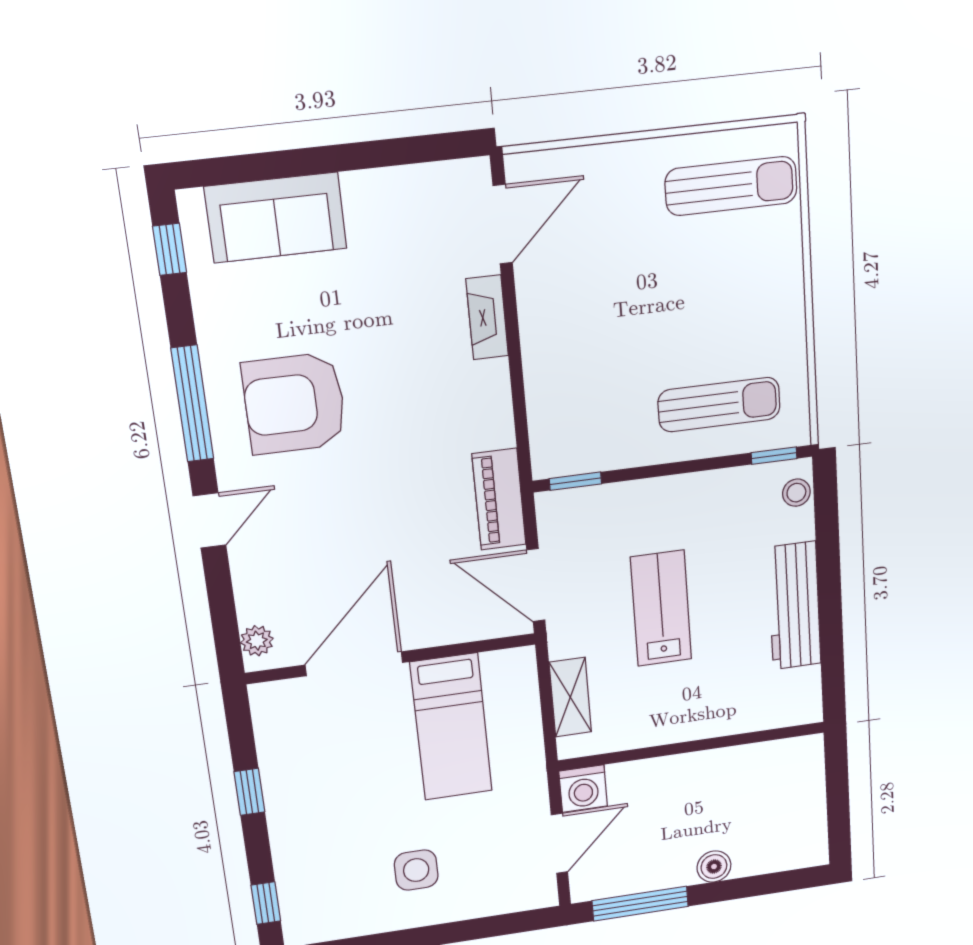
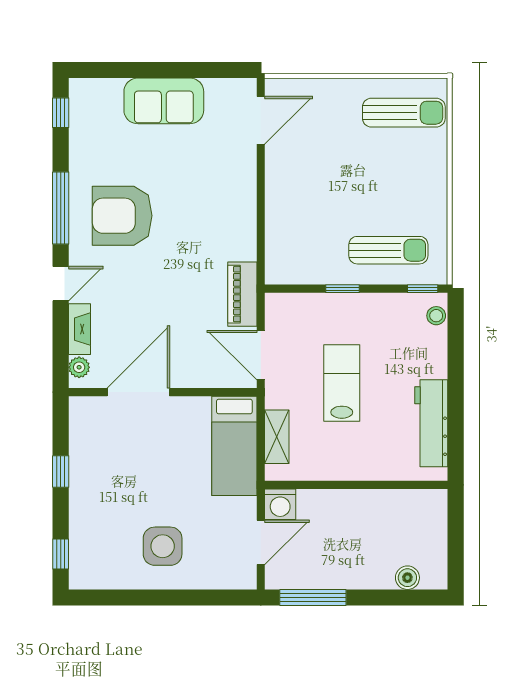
sofa: (276, 218) -> (164, 101), moved
fireplace: (487, 317) -> (79, 329), moved, turned 180
window: (575, 481) -> (343, 289), moved
workbench: (794, 606) -> (431, 423), moved
bed: (451, 727) -> (234, 446), moved
boiler: (714, 867) -> (407, 578), moved
side table: (416, 870) -> (163, 546), width x1.37, depth x1.37

